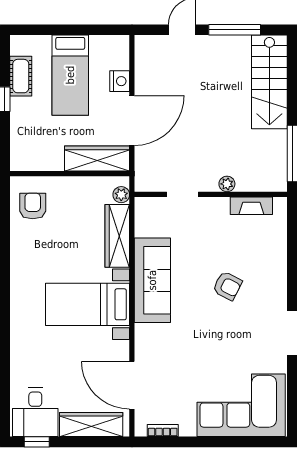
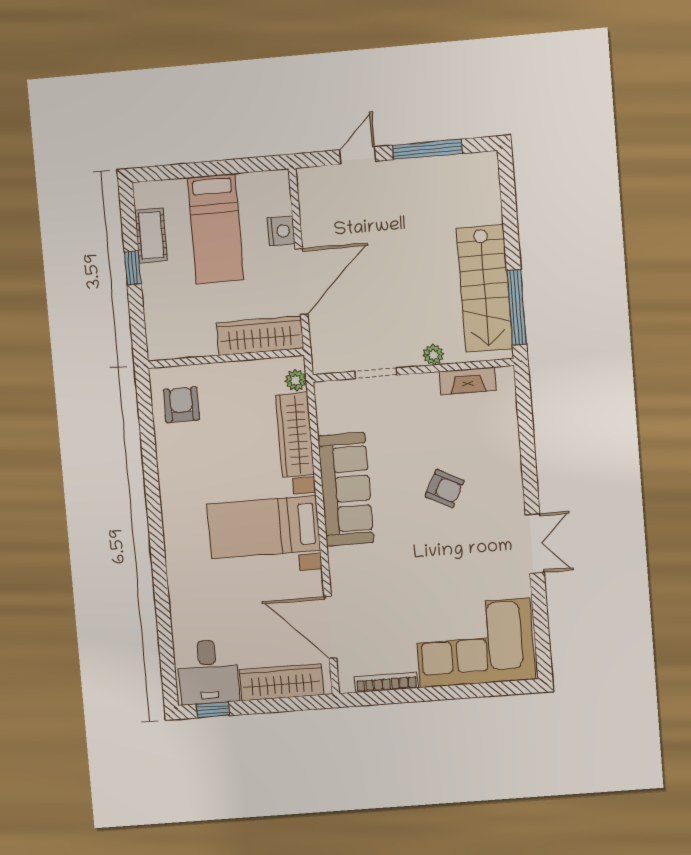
stairs: (269, 82) -> (485, 288), moved
bookcase: (163, 431) -> (386, 682), width x1.56

